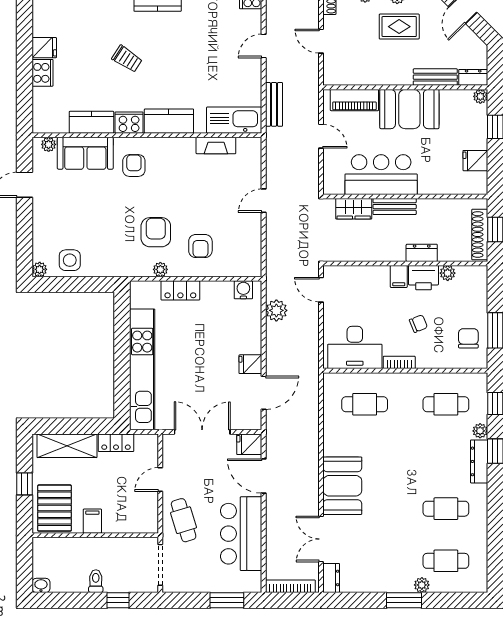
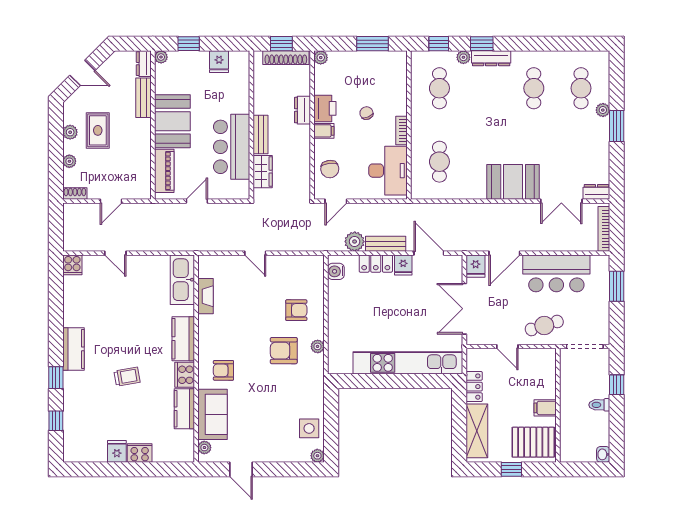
trolley: (127, 59) -> (127, 377), turned 47
bench: (274, 104) -> (386, 244), moved
plant: (448, 273) -> (321, 58), moved
locker: (180, 290) -> (376, 264), moved, turned 90
chair: (468, 338) -> (330, 169), moved, turned -97

